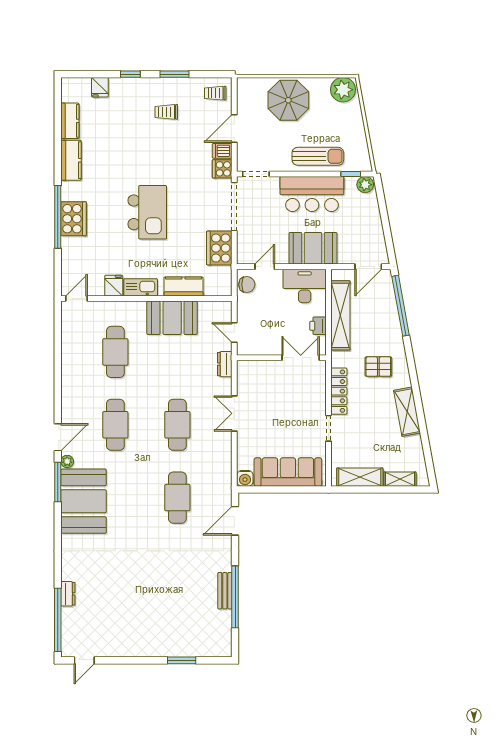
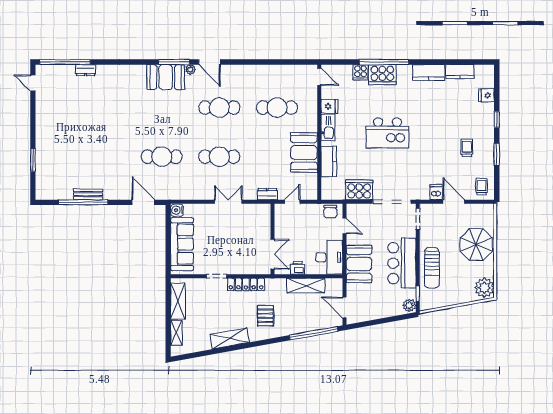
cooker: (222, 169) -> (361, 72), moved, turned 180
shelving: (340, 315) -> (306, 286), width x0.68
booth: (84, 501) -> (166, 77), width x0.73, depth x0.70

